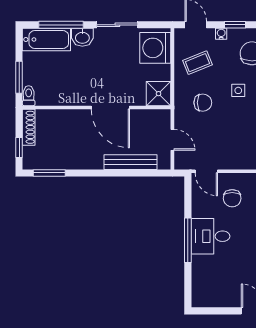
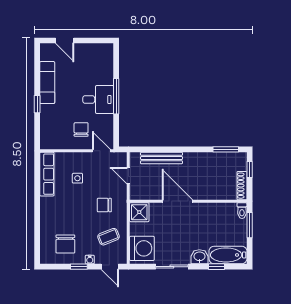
window: (61, 25) -> (216, 267), width x0.46
side table: (238, 90) -> (77, 178), moved

